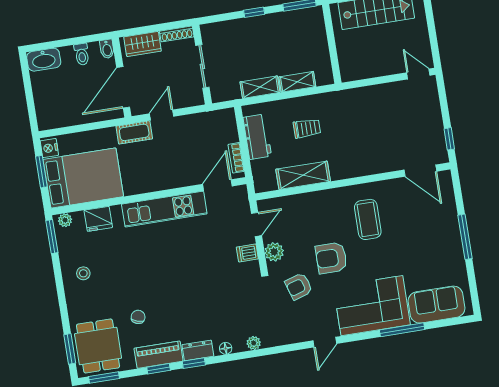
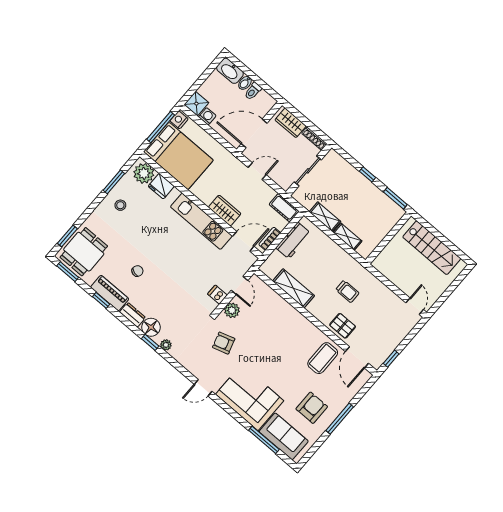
bidet: (107, 49) -> (245, 83), moved
shower: (48, 118) -> (196, 104), added
washing machine: (69, 118) -> (207, 116), added
trolley: (307, 128) -> (347, 291), moved
cot: (134, 132) -> (284, 208), moved
pallet: (379, 159) -> (343, 326), added
window: (41, 172) -> (161, 127), width x1.44
wardrobe: (173, 178) -> (225, 211), added
coffee table: (368, 219) -> (323, 358), moved
plant: (65, 220) -> (144, 173), width x1.88, depth x1.88
door: (256, 224) -> (239, 285), hinge flipped
window: (52, 237) -> (114, 182), moved
armchair: (331, 258) -> (312, 408), moved, turned 90
chair: (138, 317) -> (137, 271), moved
window: (402, 330) -> (264, 440), moved
floor lamp: (226, 348) -> (151, 327), width x1.89, depth x1.89
window: (194, 363) -> (150, 342), moved

